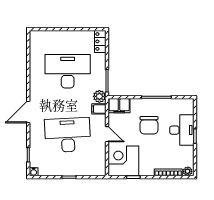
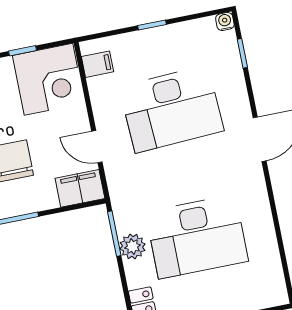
plant: (99, 96) -> (133, 247), moved
filing cabinet: (99, 109) -> (98, 64), moved
door: (107, 134) -> (97, 147), moved

